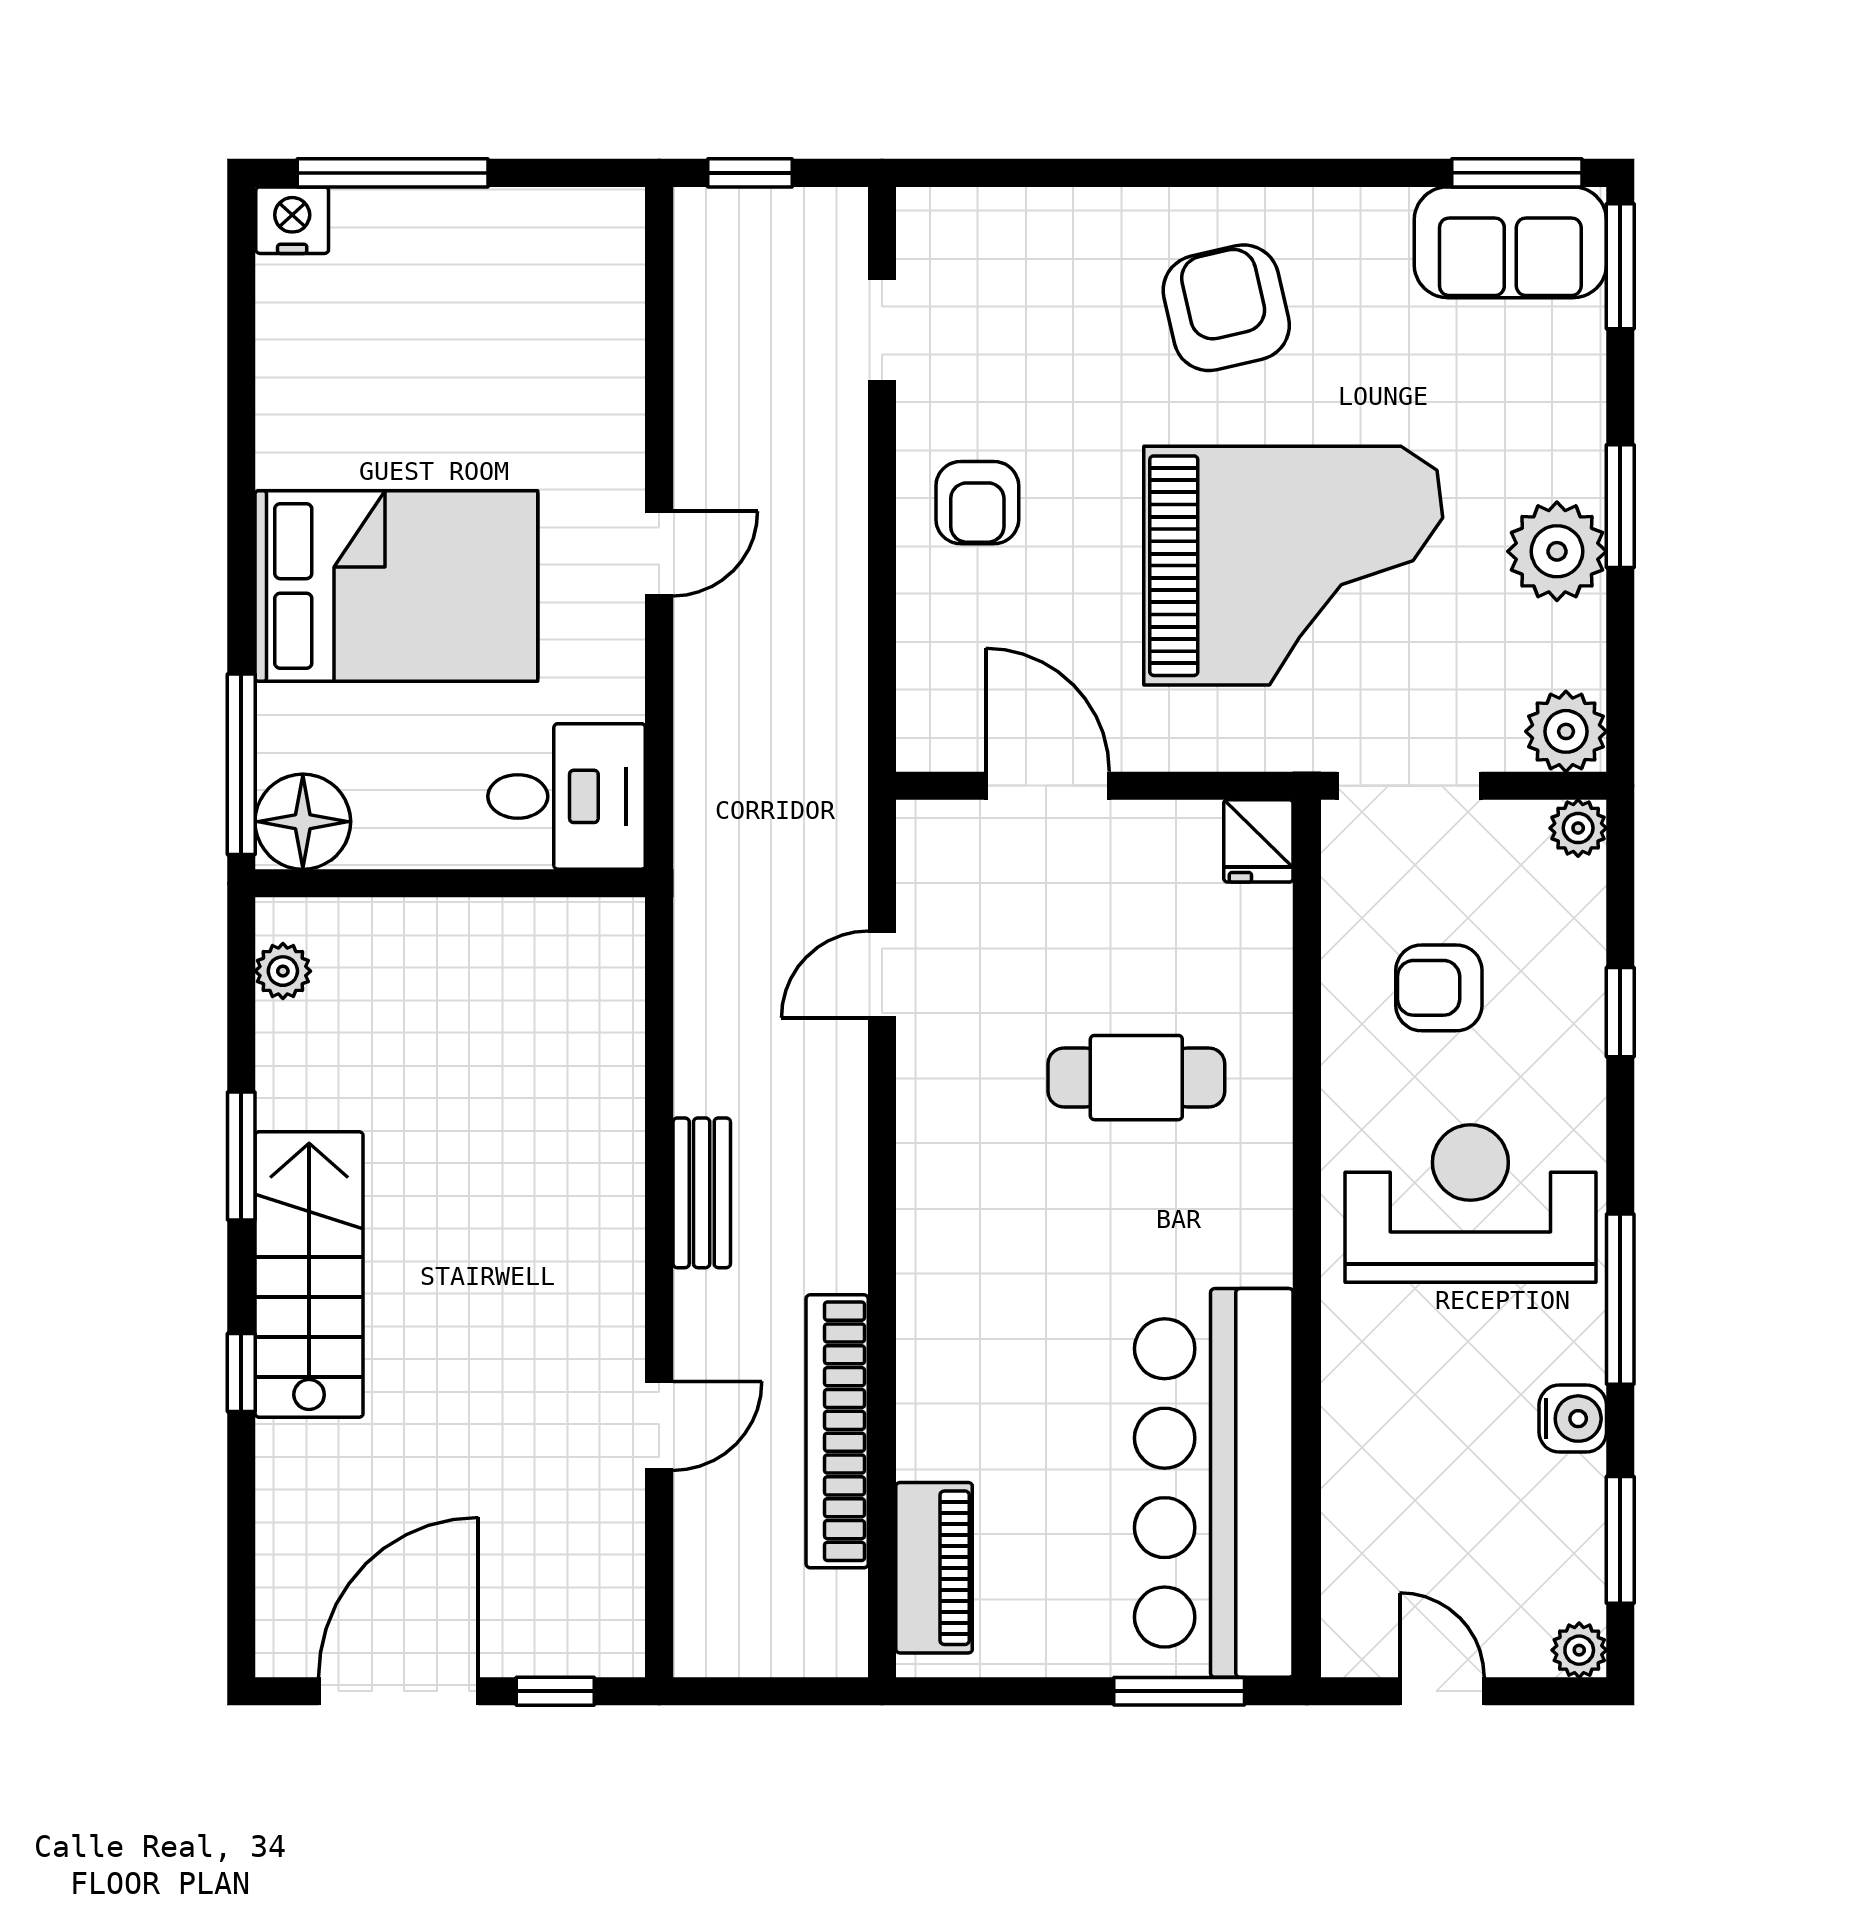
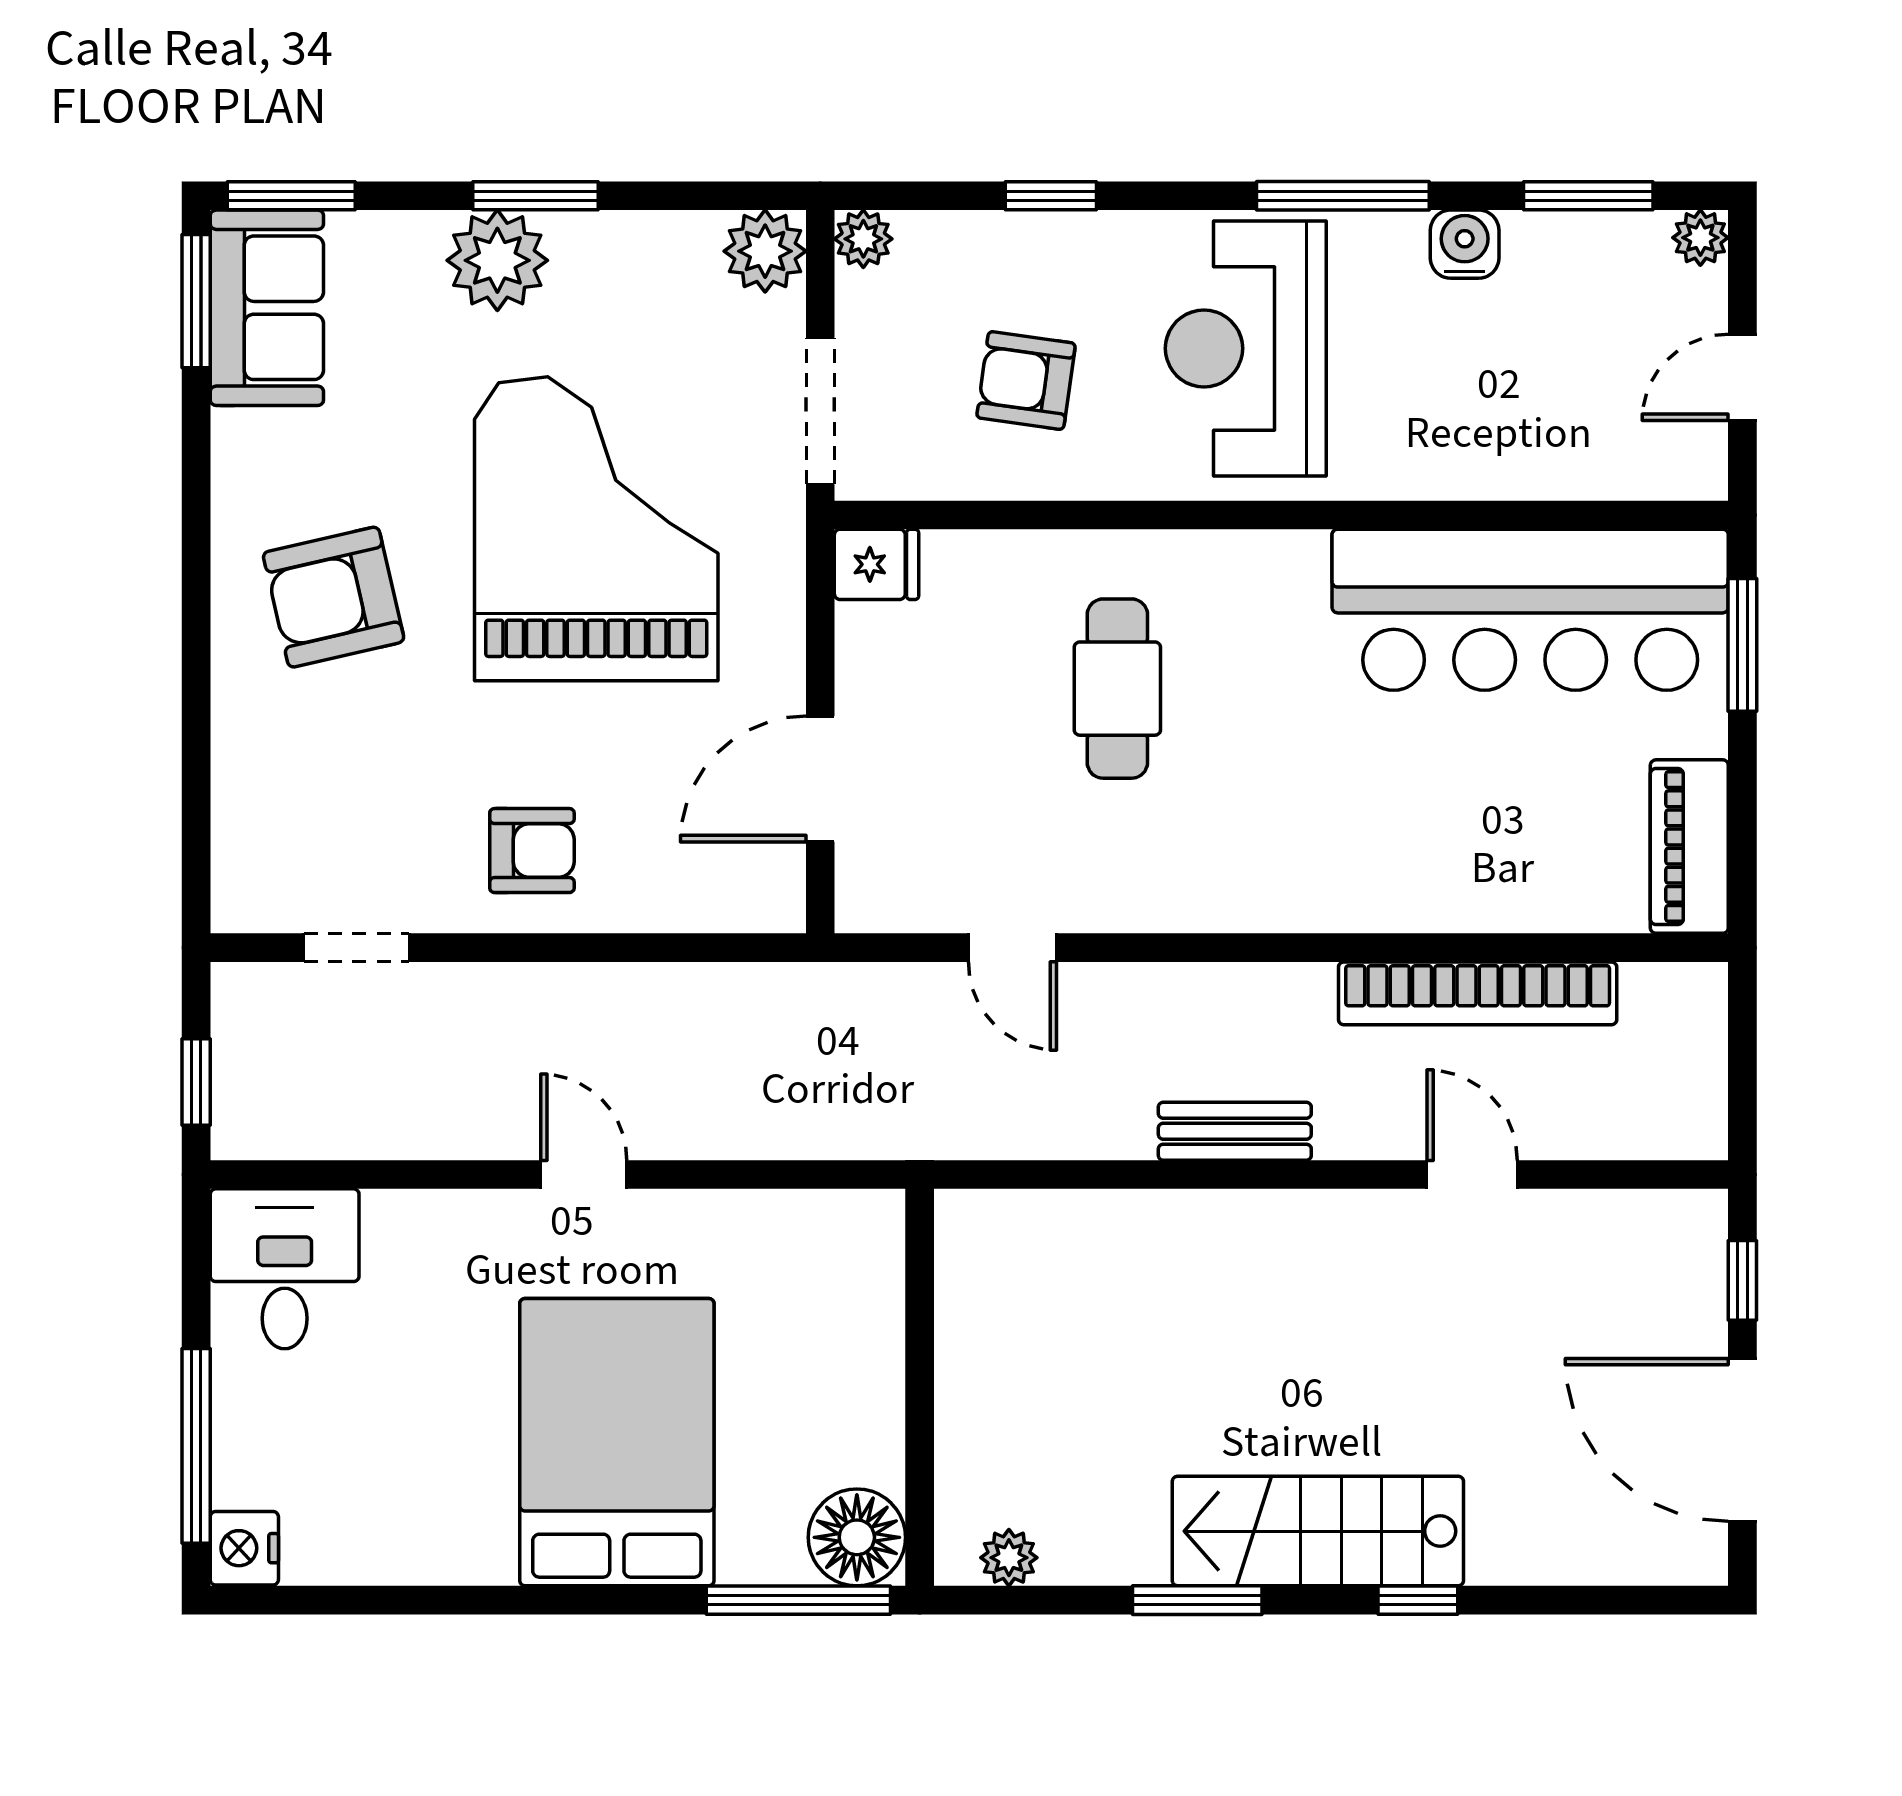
plant: (1557, 551) -> (497, 260), moved
desk: (567, 796) -> (285, 1269), moved
armchair: (1439, 988) -> (1026, 381), turned 98
piano: (934, 1568) -> (1689, 847), moved, turned -90

